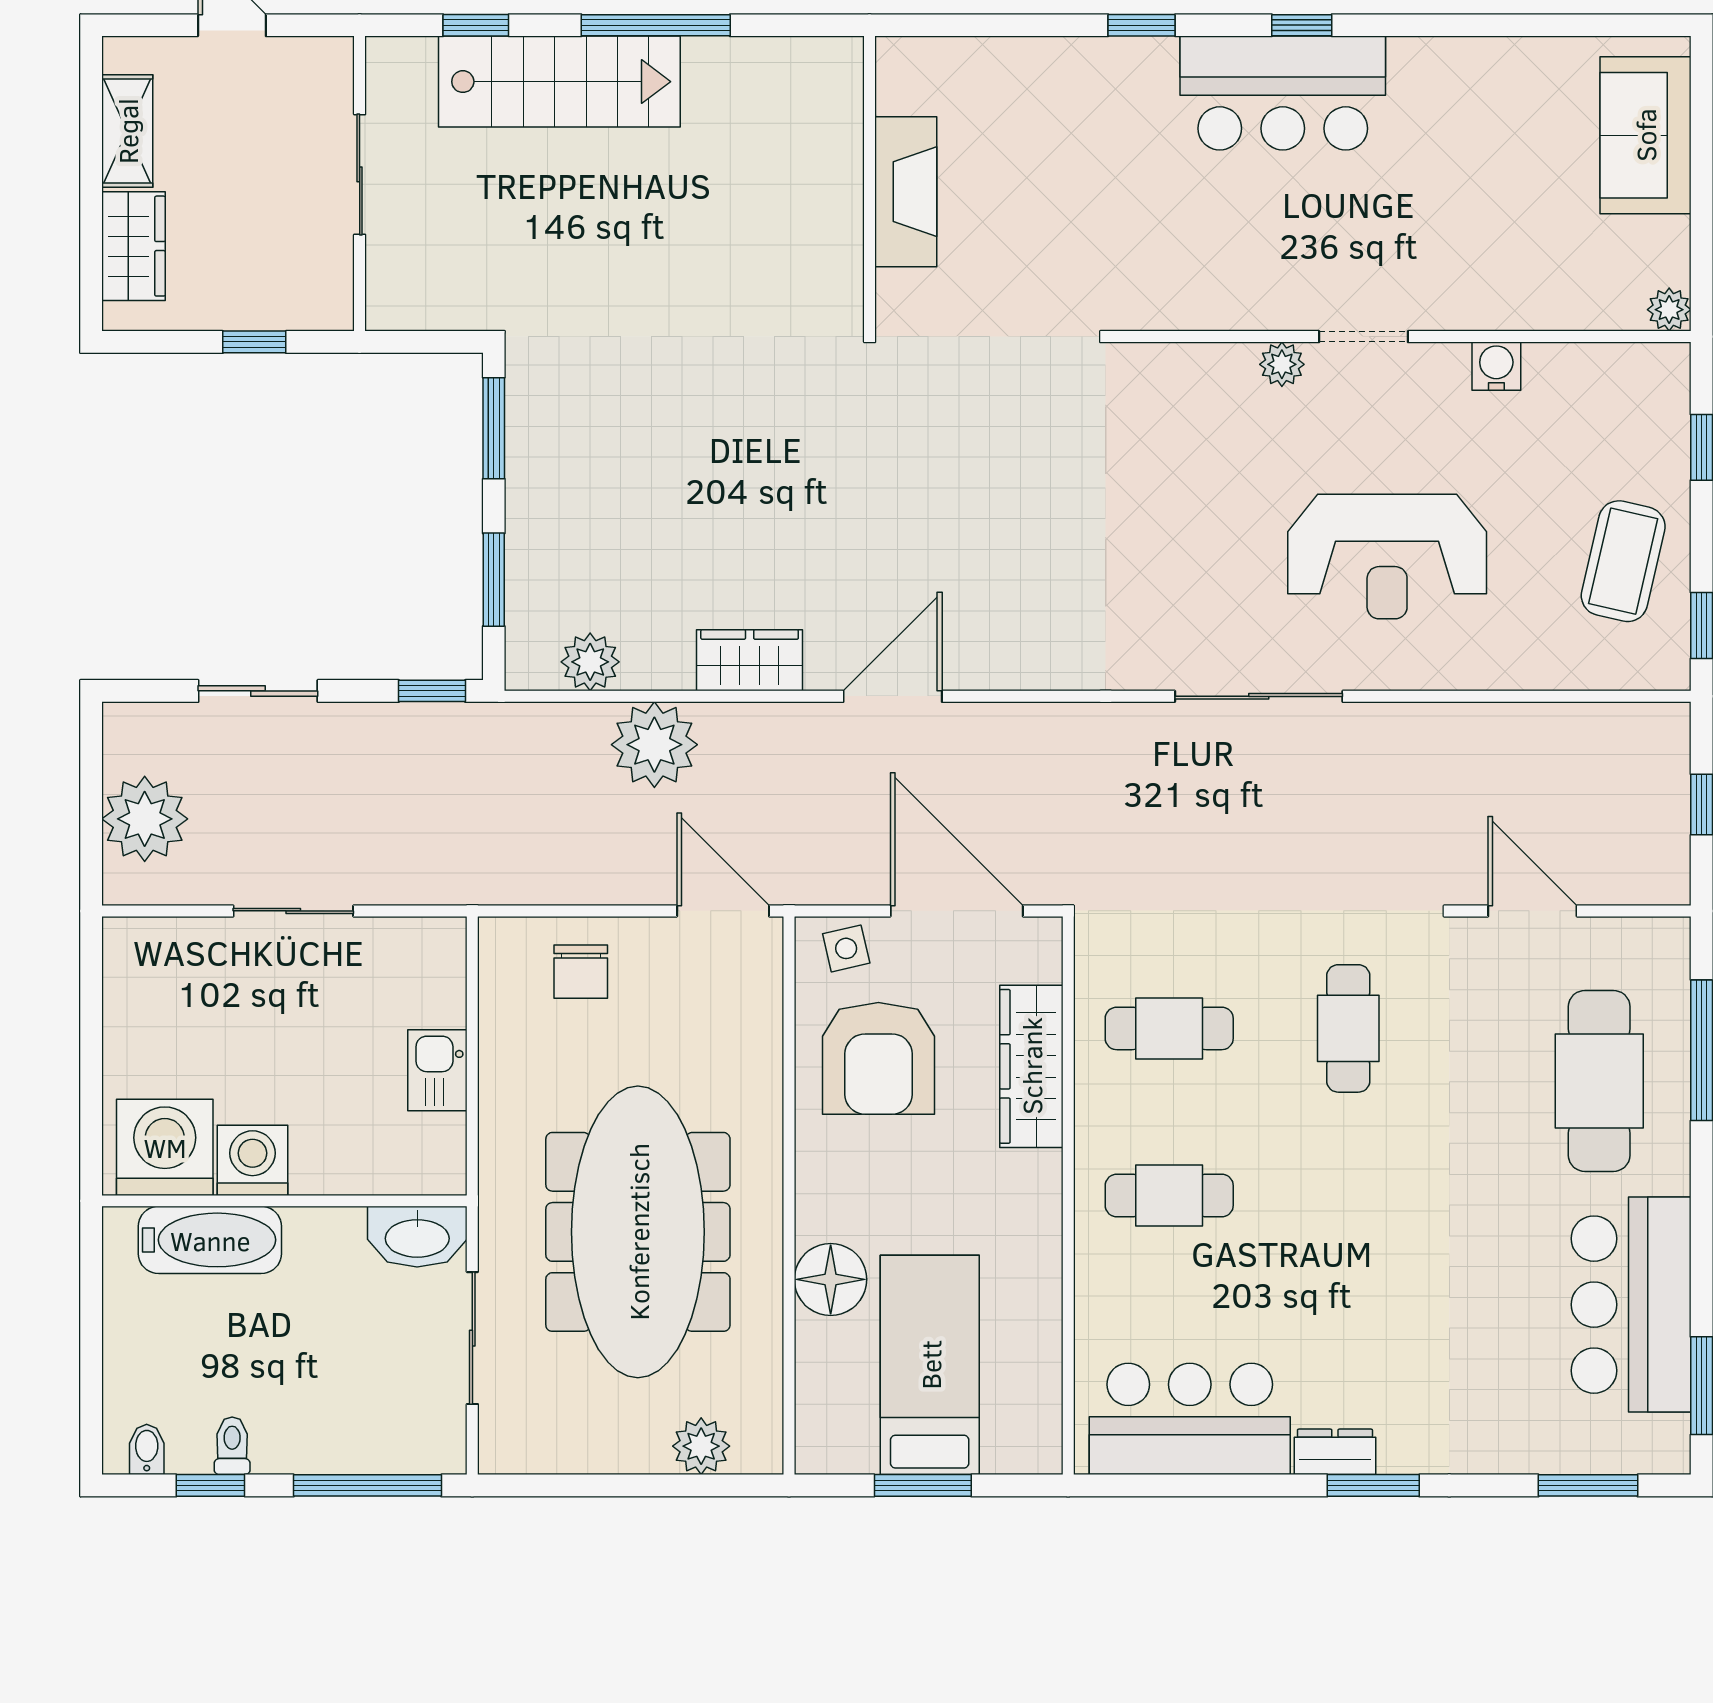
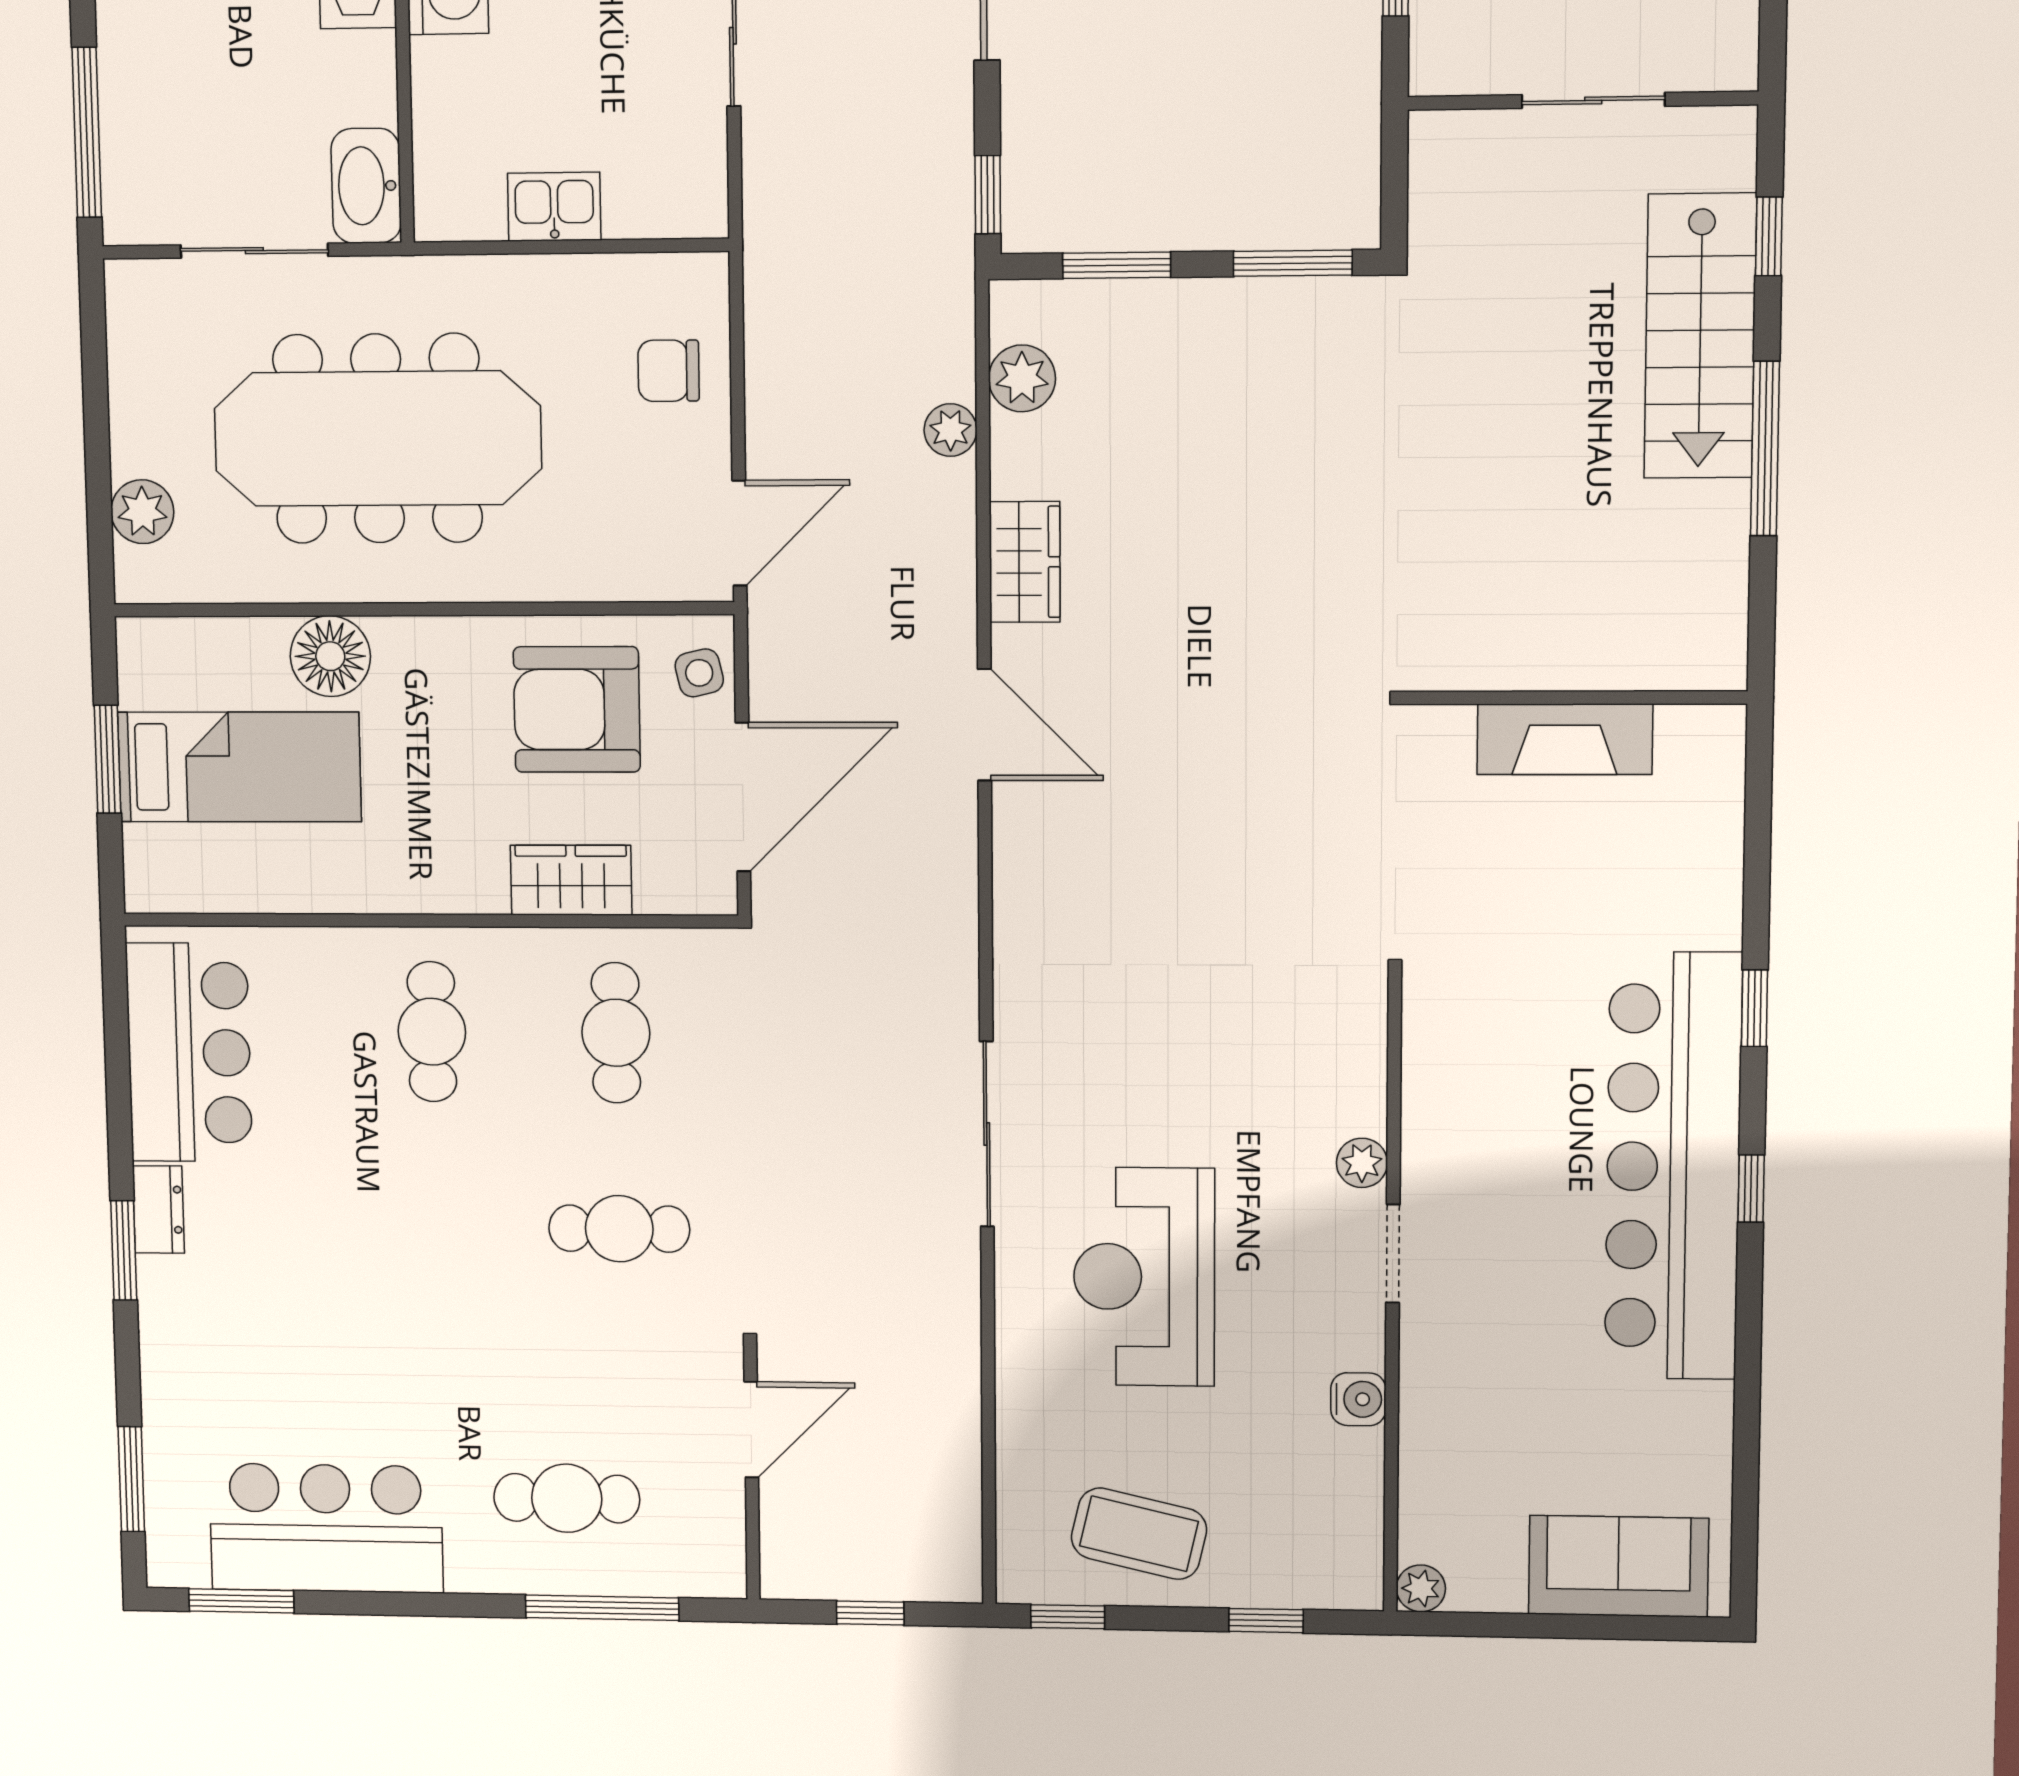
bar counter: (1283, 93) -> (1673, 1167), width x1.86
plant: (654, 745) -> (950, 430), width x0.53, depth x0.53
wardrobe: (1031, 1066) -> (571, 880), width x0.67
cafe table: (1599, 1081) -> (567, 1498), width x0.73, depth x0.74

